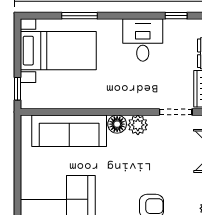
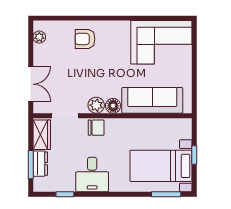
window: (79, 16) -> (166, 194), moved
window: (17, 89) -> (194, 155), moved
chair: (138, 97) -> (96, 128), added

